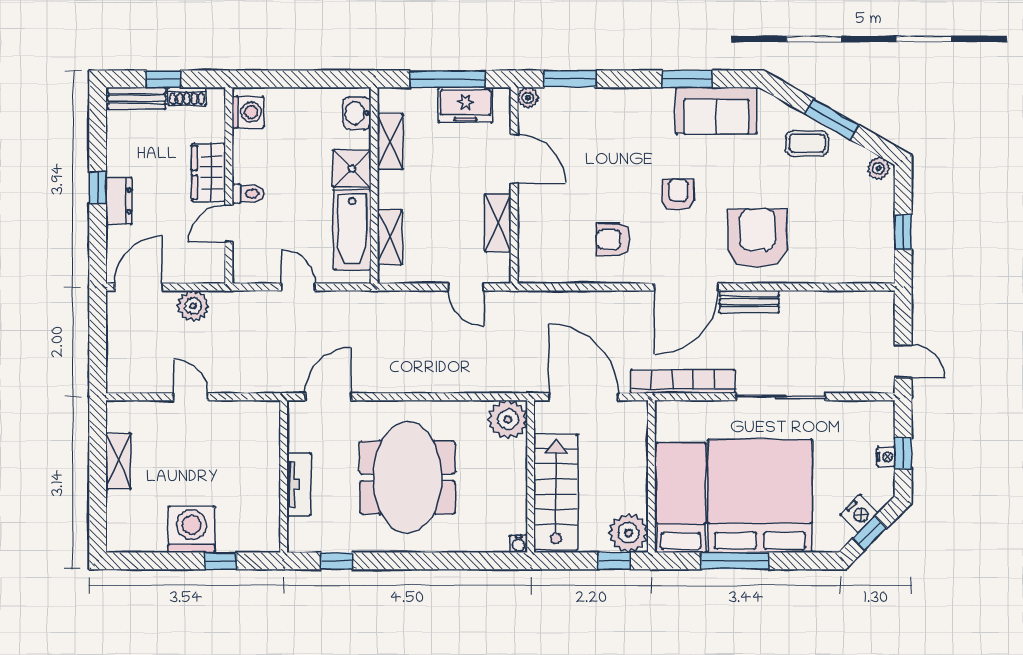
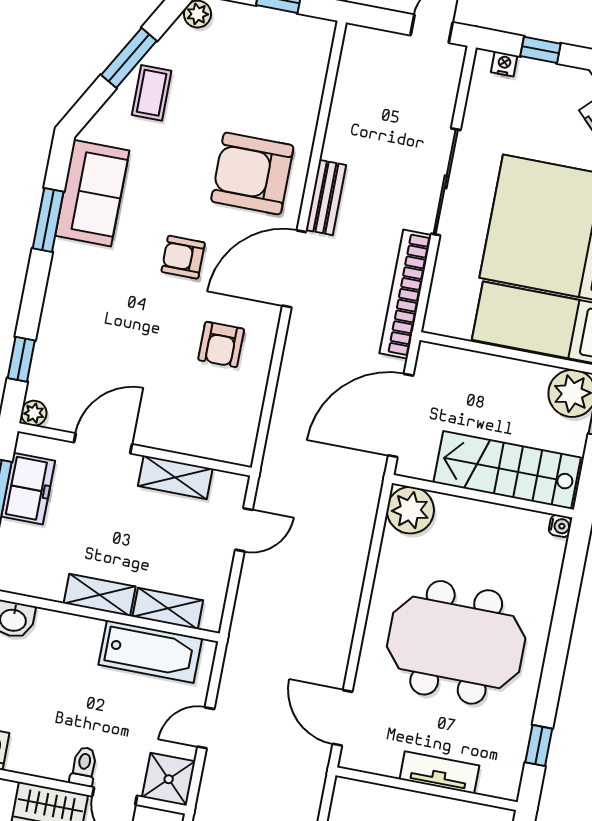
window: (570, 79) -> (21, 359), width x0.67
shelving: (390, 142) -> (100, 595), moved
shower: (352, 169) -> (169, 779), moved
door: (686, 287) -> (294, 269), swing flipped
nightstand: (886, 457) -> (504, 64), moved

